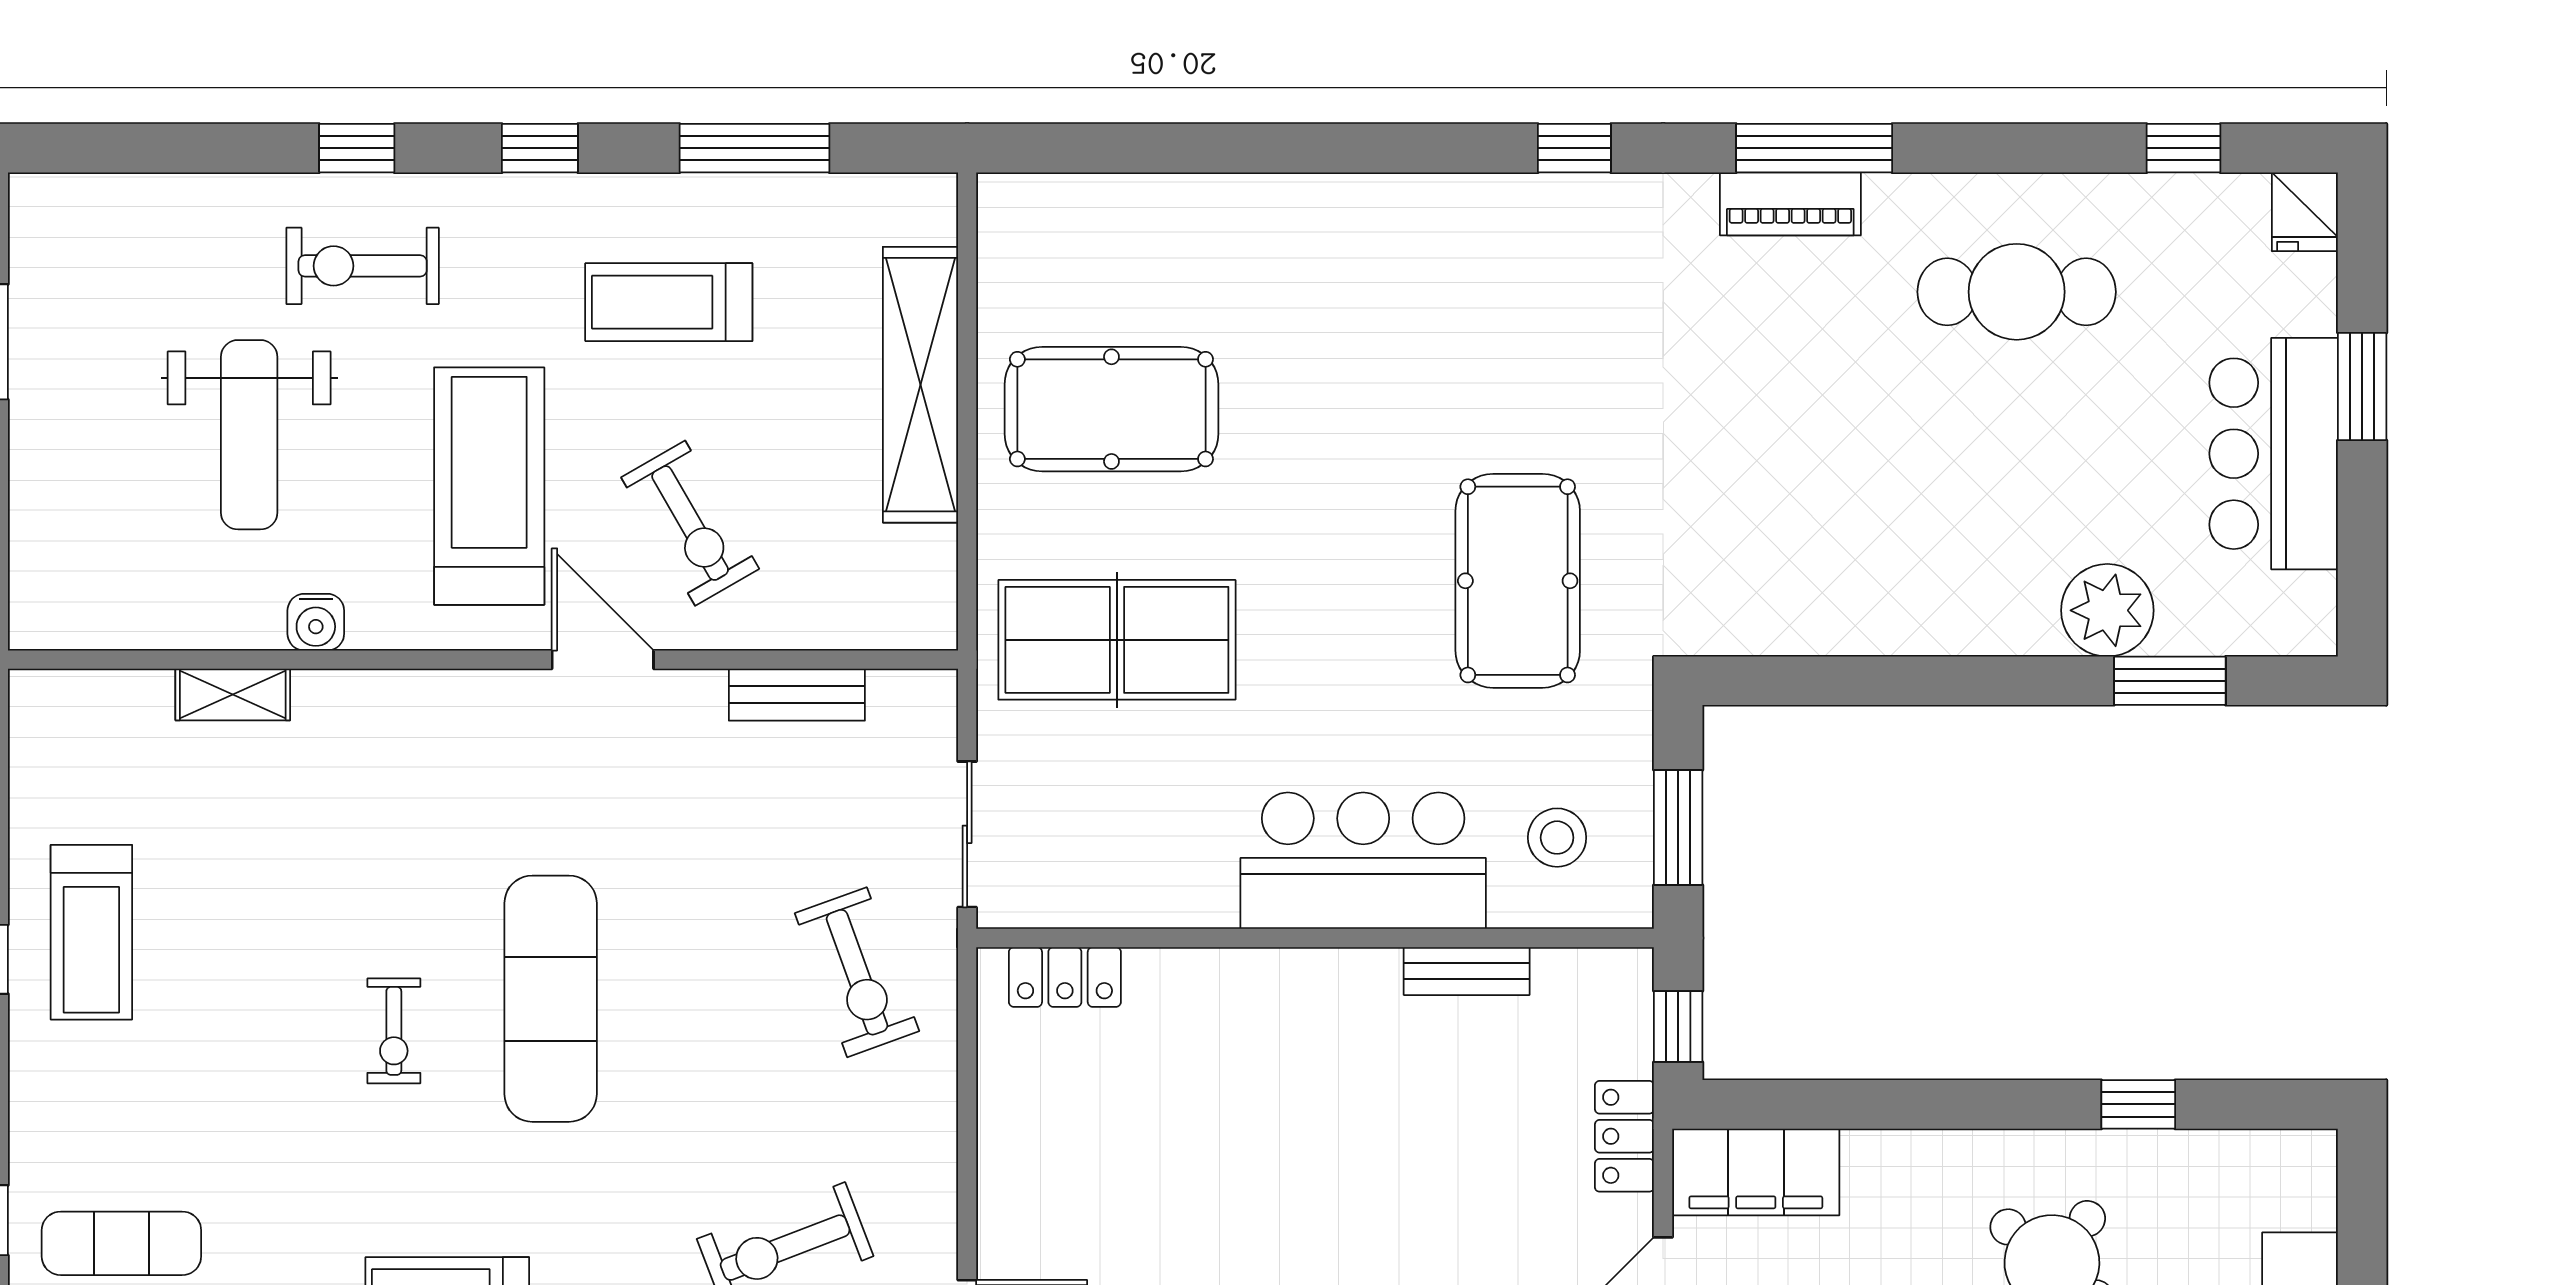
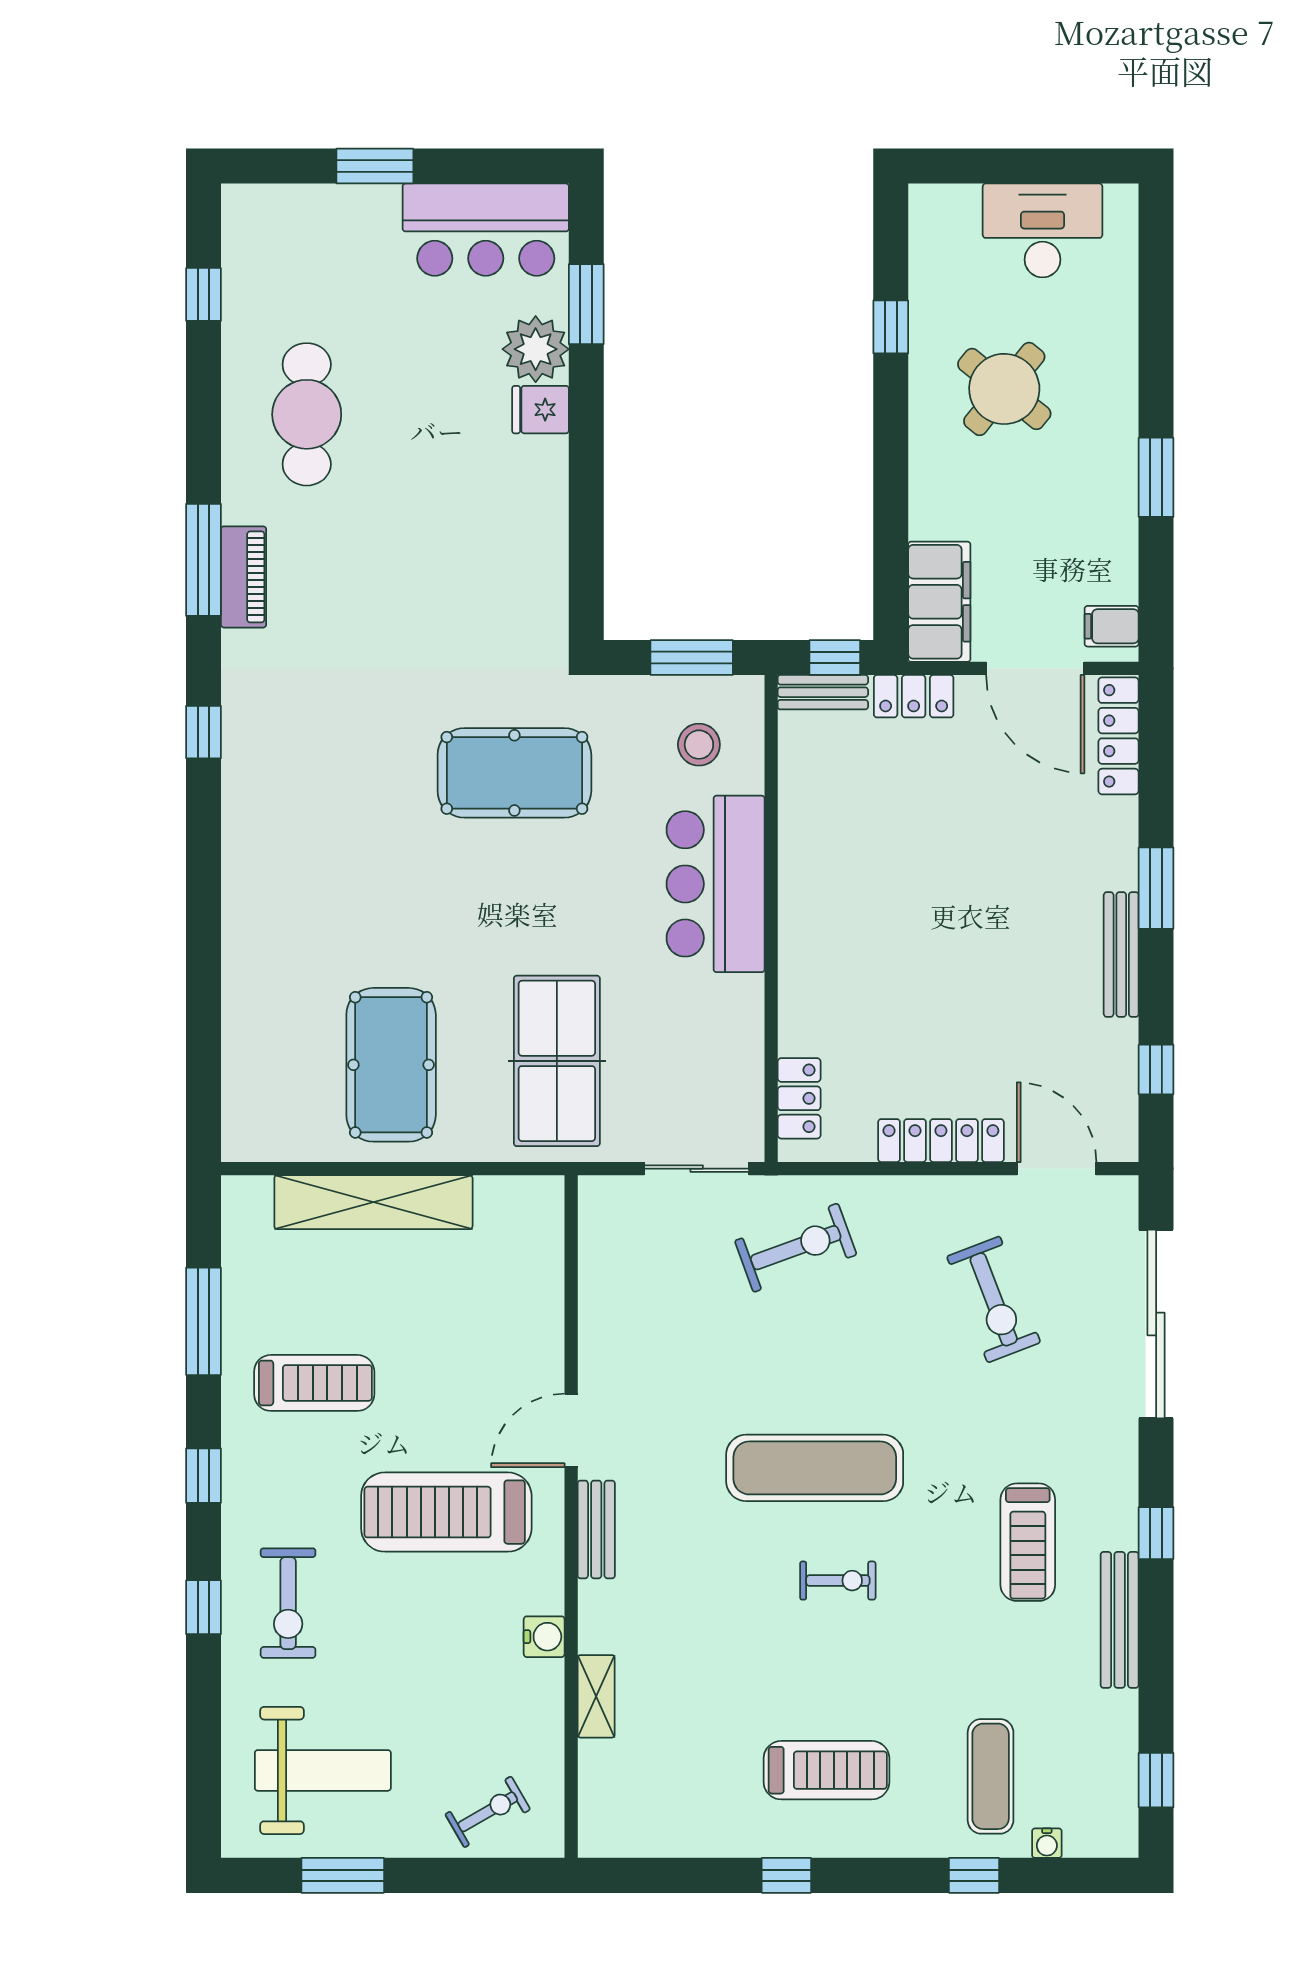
fridge: (2305, 212) -> (541, 410), moved, turned 180
treadmill: (669, 302) -> (314, 1383), turned -90
weight bench: (249, 435) -> (323, 1770), moved
bar counter: (2274, 454) -> (486, 230), moved
exercise bike: (690, 523) -> (488, 1812), moved, width x0.73, depth x0.72
bench: (797, 695) -> (596, 1529), moved
treadmill: (91, 932) -> (826, 1770), moved
bench: (1467, 971) -> (823, 692), moved, turned 90
locker: (1006, 1174) -> (941, 1141), added

